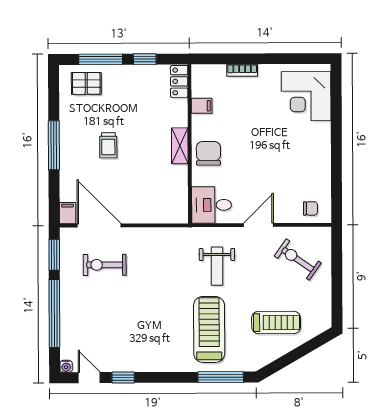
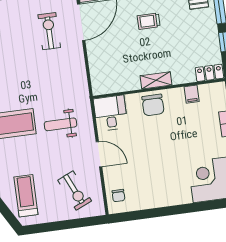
chair: (208, 153) -> (153, 105), turned 90
exercise bike: (298, 260) -> (75, 191), turned 121
treadmill: (276, 322) -> (26, 196), moved, turned 180

